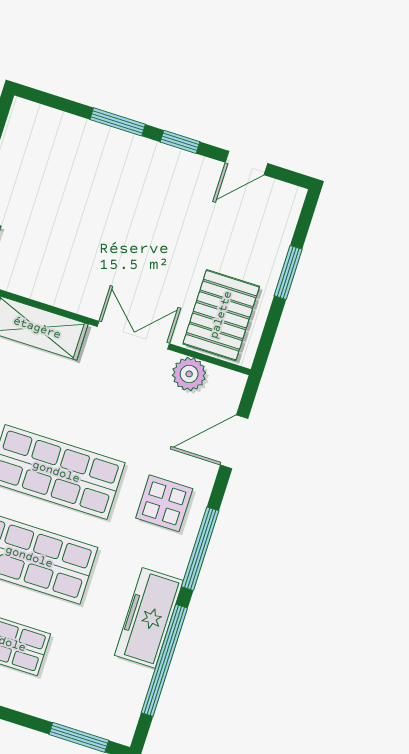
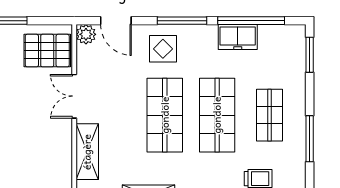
plant: (189, 374) -> (86, 34), moved
freezer: (149, 618) -> (238, 37), width x0.71

